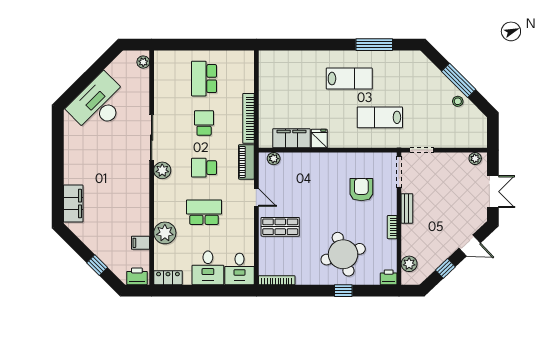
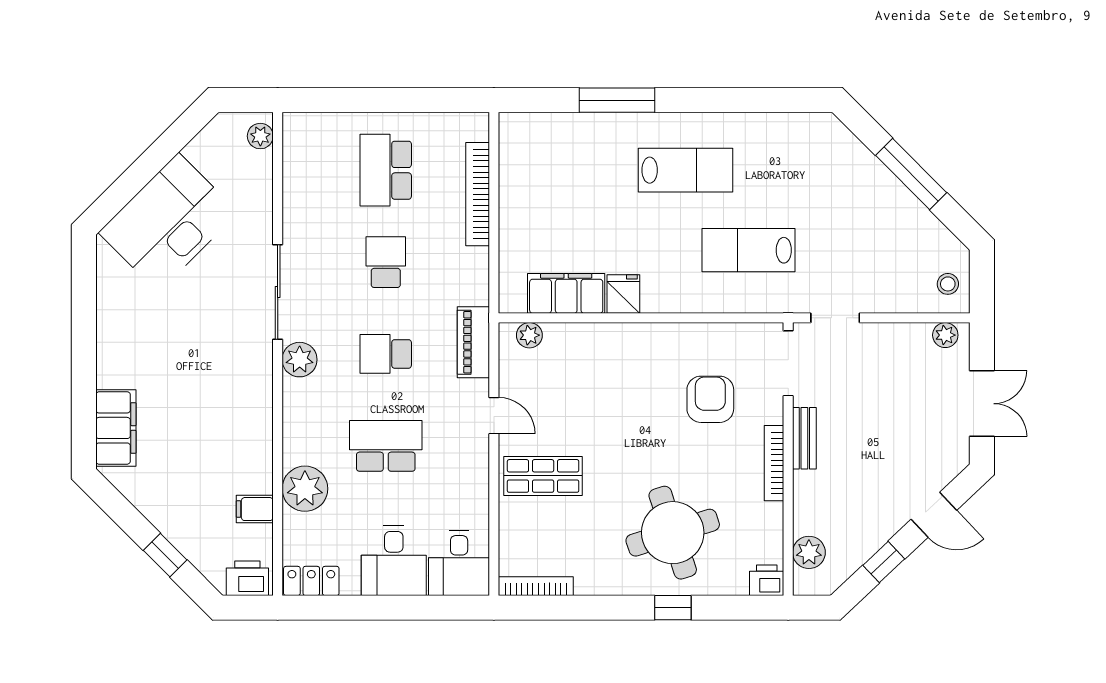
window: (374, 45) -> (617, 100), moved
stool: (458, 101) -> (948, 284), moved
bookcase: (249, 118) -> (478, 194), moved
bookcase: (392, 227) -> (774, 463), width x1.56

